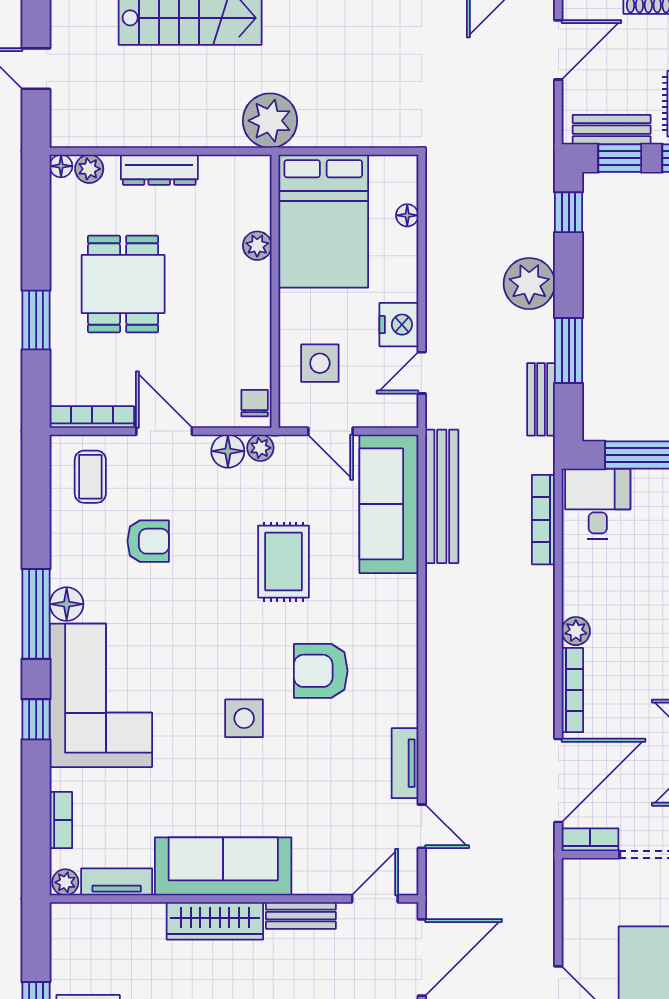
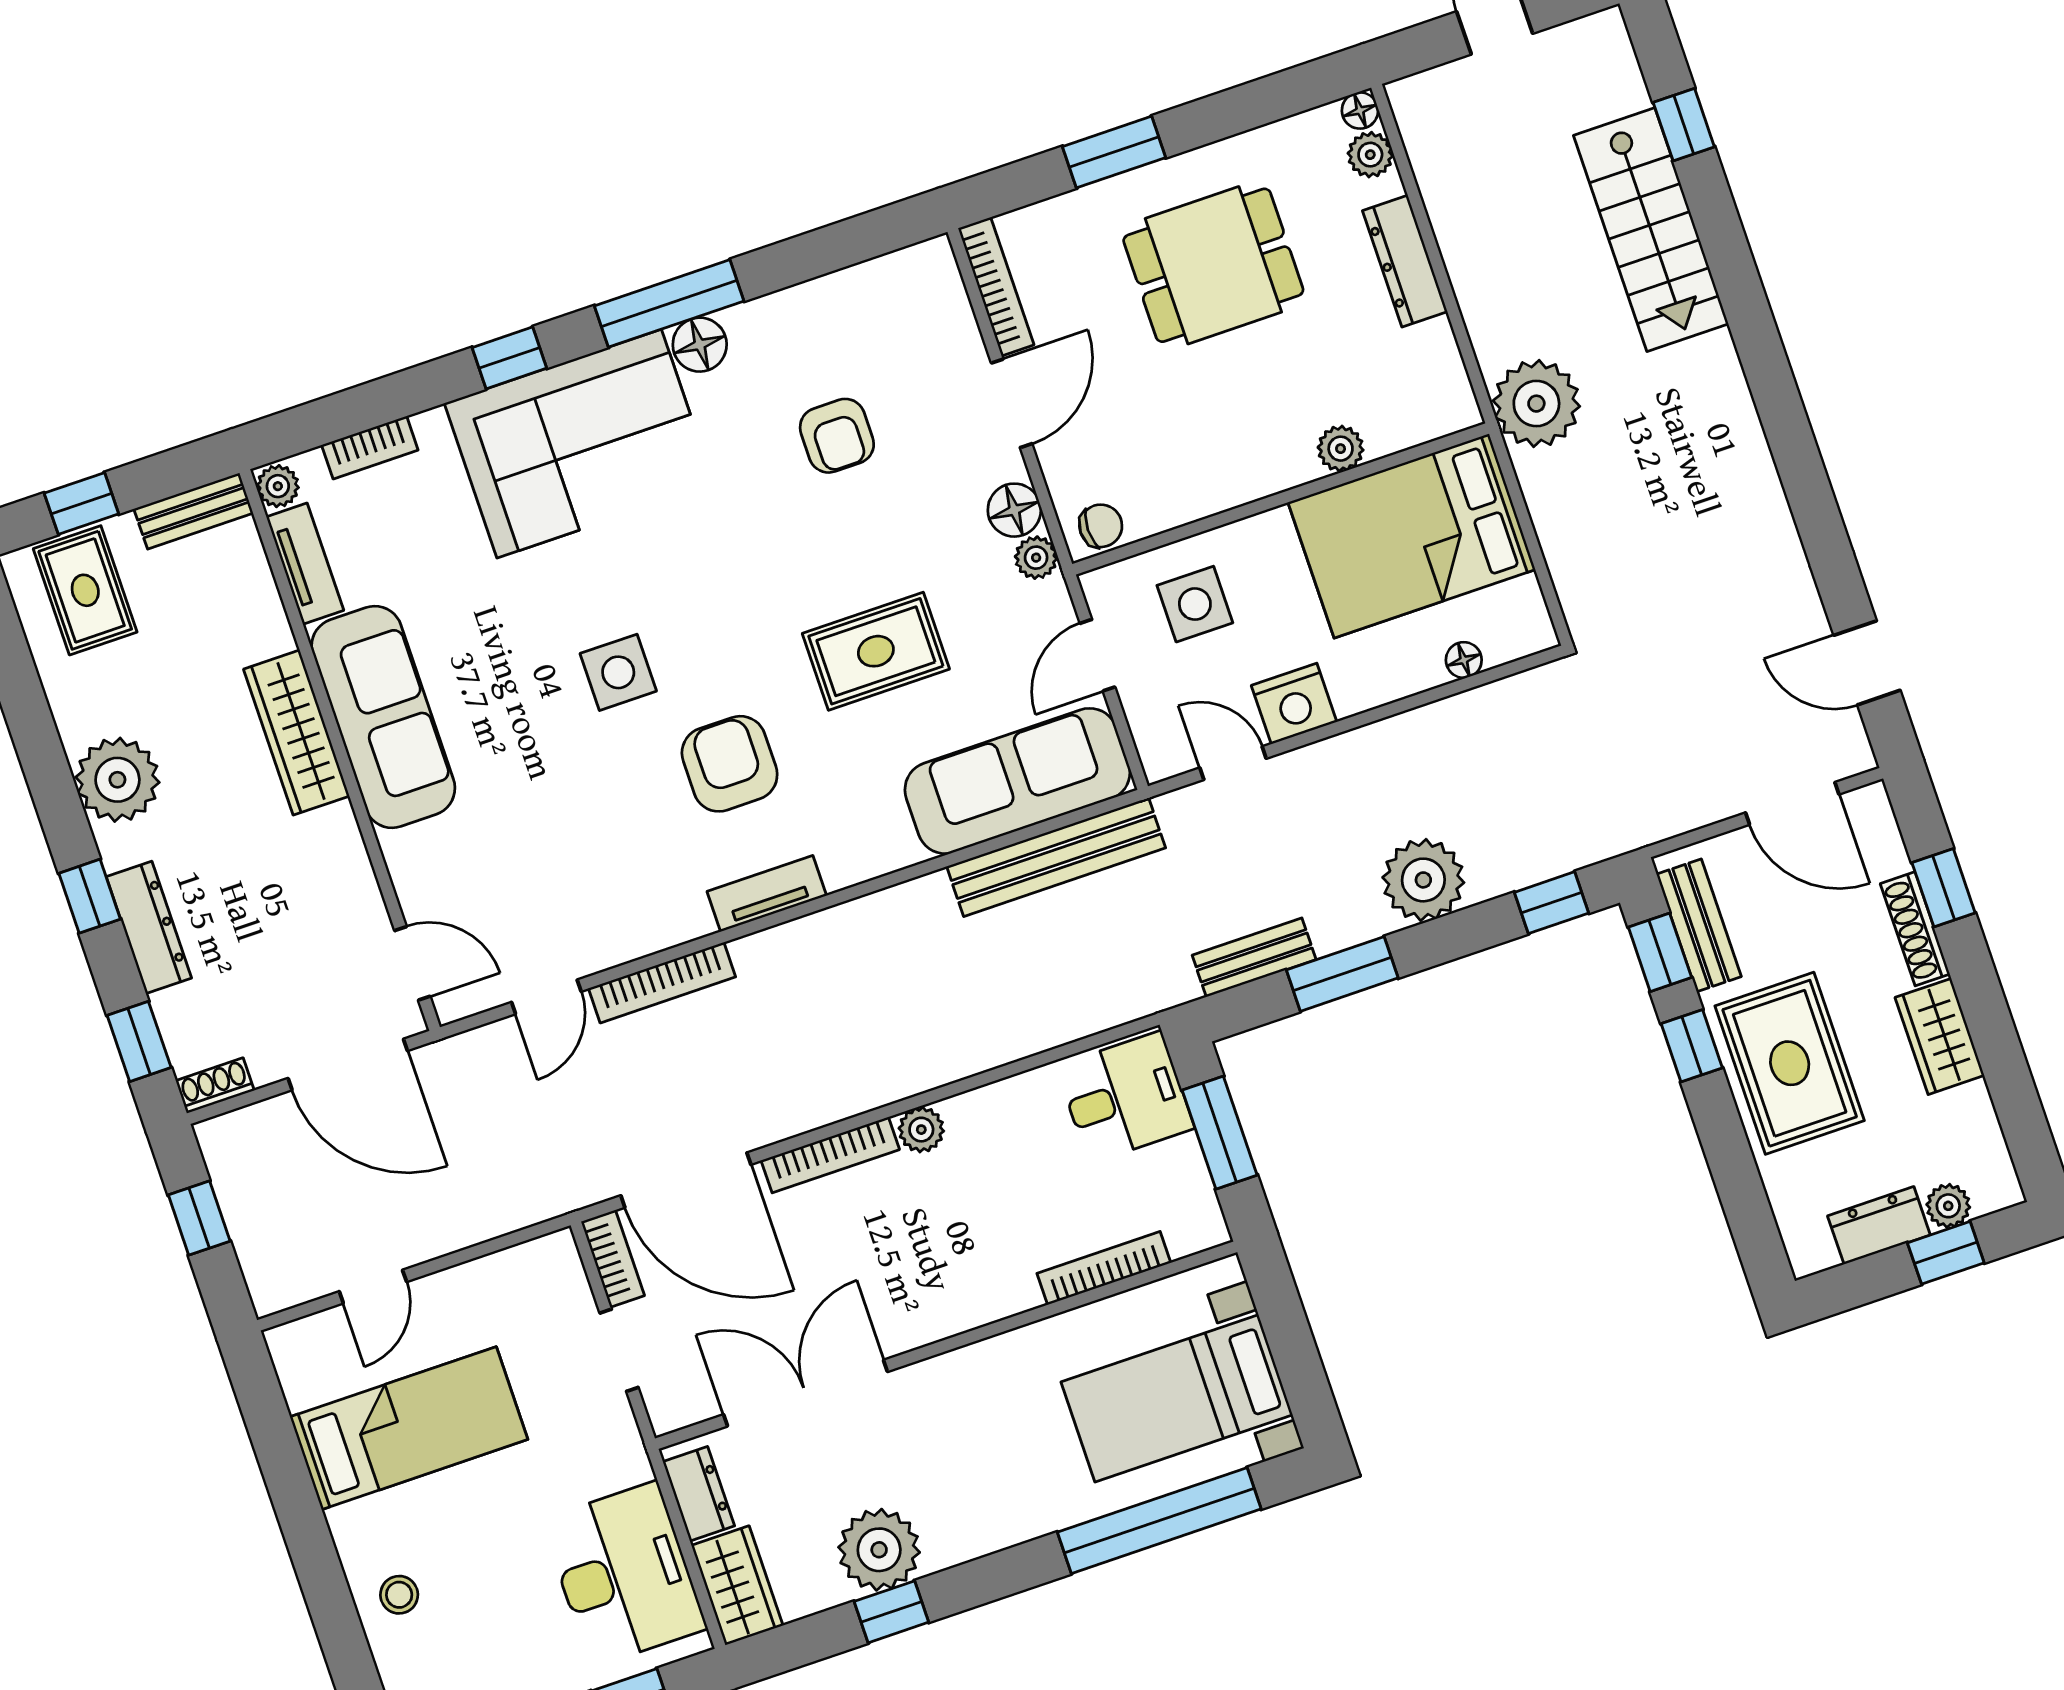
coffee table: (90, 477) -> (905, 315), removed
bookcase: (543, 520) -> (662, 983), moved, turned 180
tv unit: (405, 763) -> (767, 894), moved
bench: (301, 916) -> (194, 511), moved, turned 90

